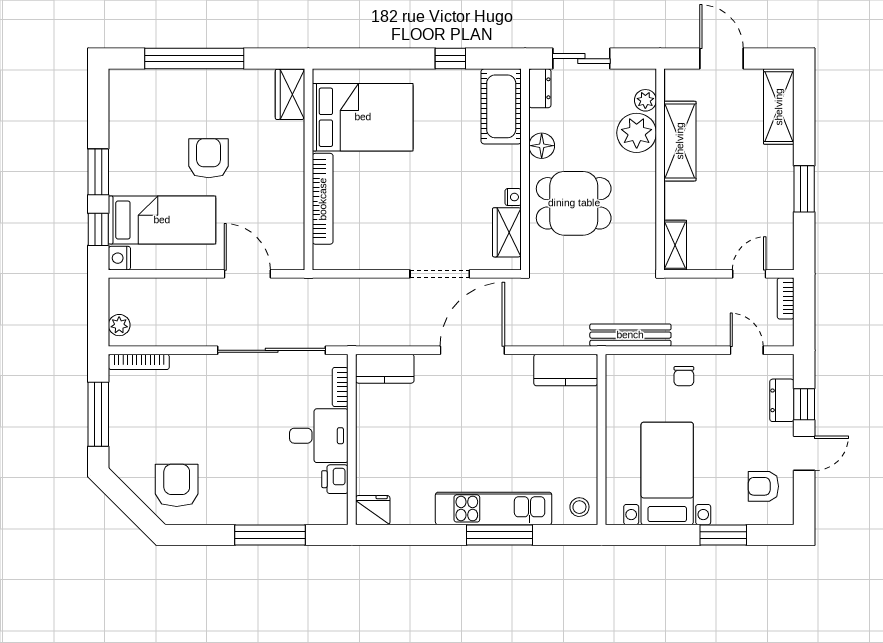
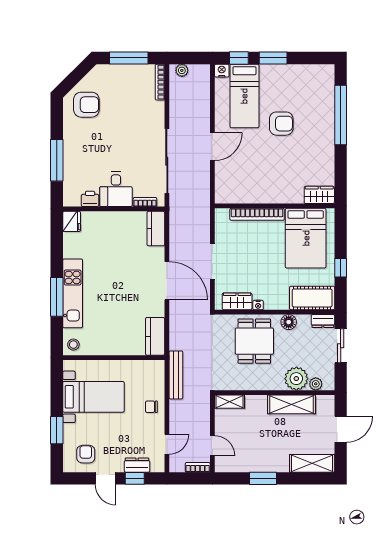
wardrobe: (290, 94) -> (319, 195), moved
bed: (363, 117) -> (306, 238), moved
wall: (308, 169) -> (275, 206), moved
bookcase: (323, 199) -> (257, 214), moved

